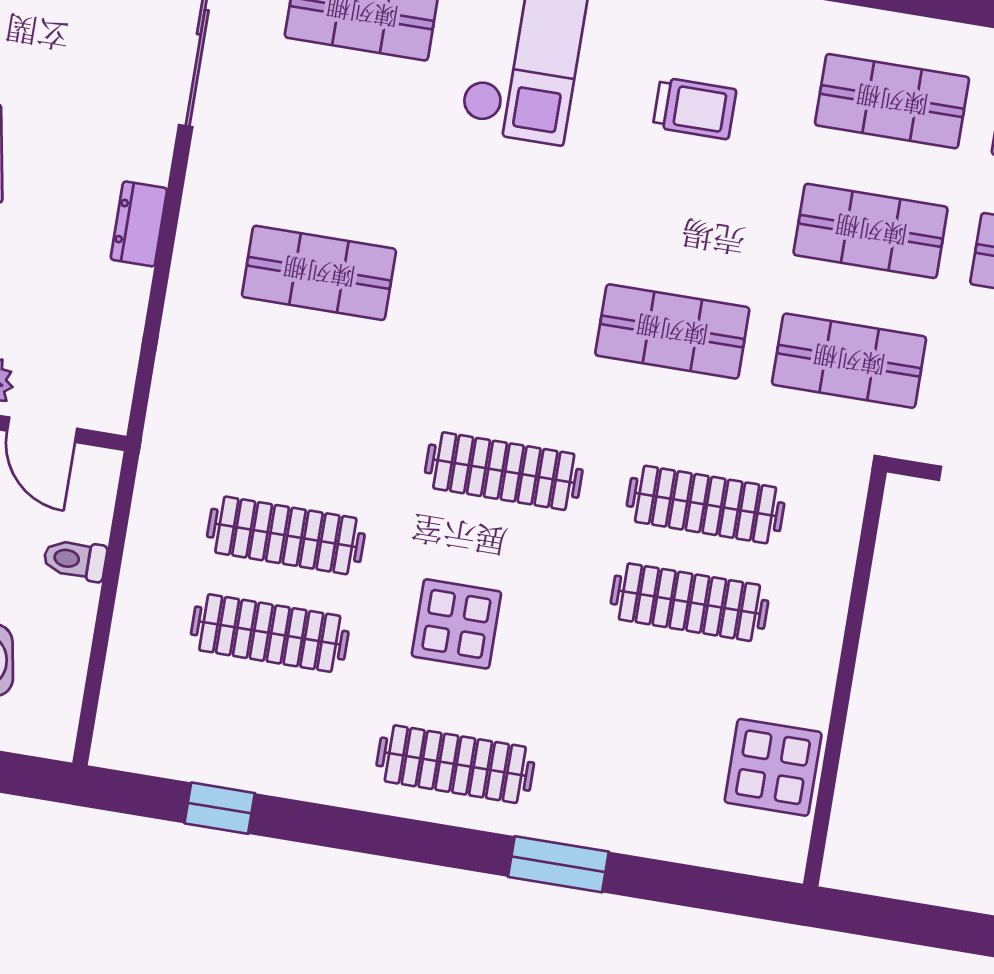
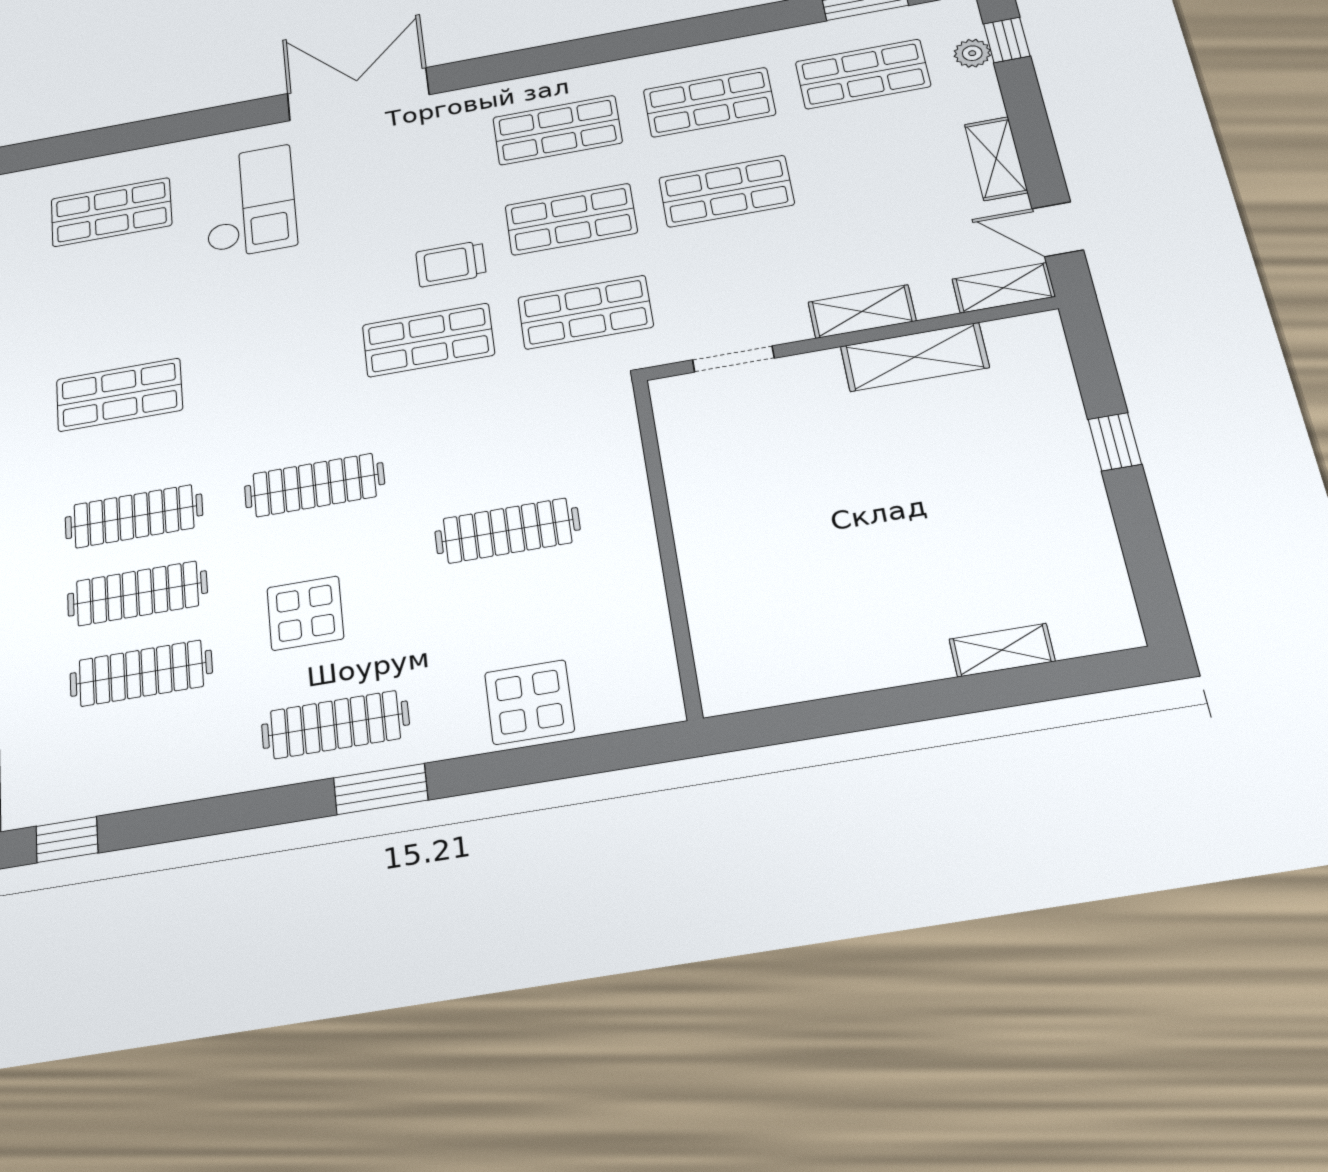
trolley: (695, 108) -> (451, 264), moved, turned 180
clothes rail: (706, 505) -> (134, 516), moved
display table: (773, 767) -> (529, 702), moved
window: (220, 808) -> (67, 840), moved
window: (558, 864) -> (381, 789), moved

